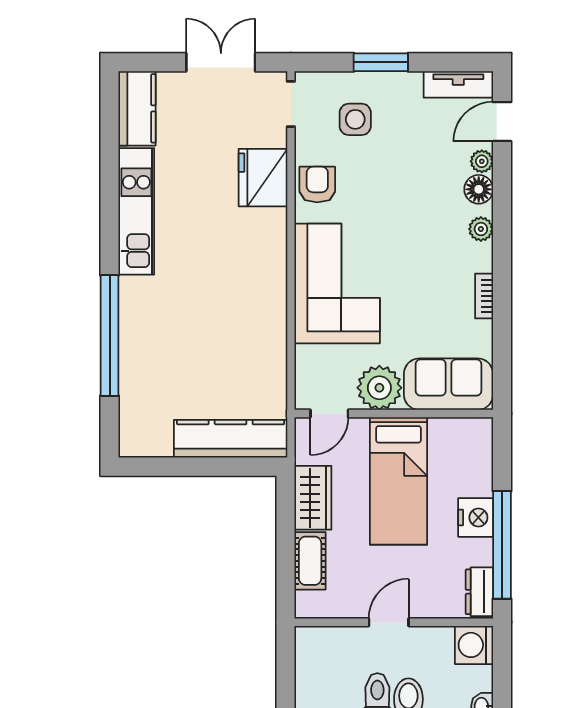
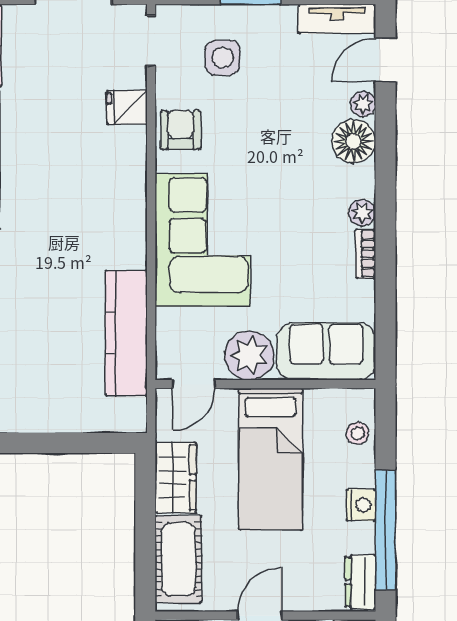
fridge: (263, 178) -> (127, 107), width x0.53, depth x0.75
floor lamp: (479, 189) -> (354, 141), width x1.38, depth x1.38
plant: (481, 229) -> (362, 213), moved
kitchen counter: (231, 439) -> (126, 333), moved, turned -90
stool: (477, 458) -> (358, 433), added
nightstand: (476, 518) -> (361, 505), width x0.74, depth x0.75
cot: (310, 561) -> (178, 559), width x1.37, depth x1.34

